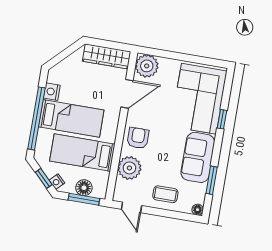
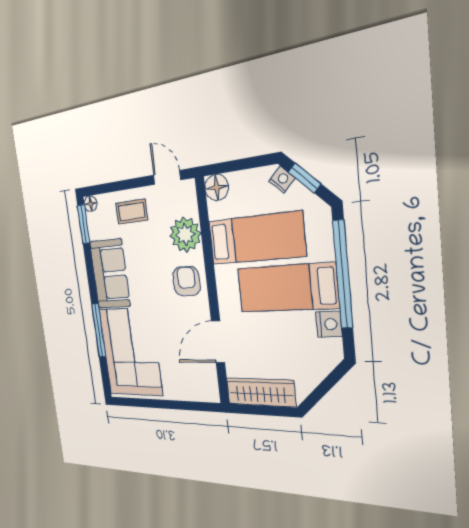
plant: (147, 66) -> (203, 386), removed
window: (222, 119) -> (99, 330), width x2.17
armchair: (138, 138) -> (186, 281), turned 180
window: (212, 180) -> (84, 224), moved
floor lamp: (84, 188) -> (217, 187), moved
window: (84, 199) -> (234, 166), removed

